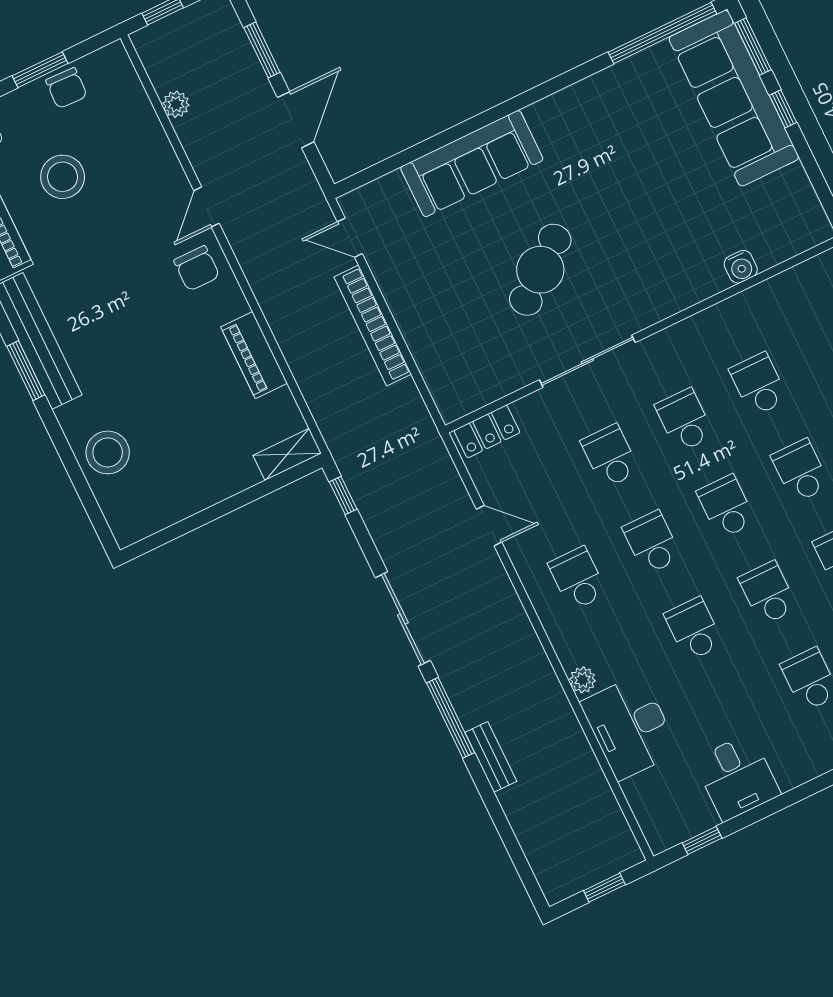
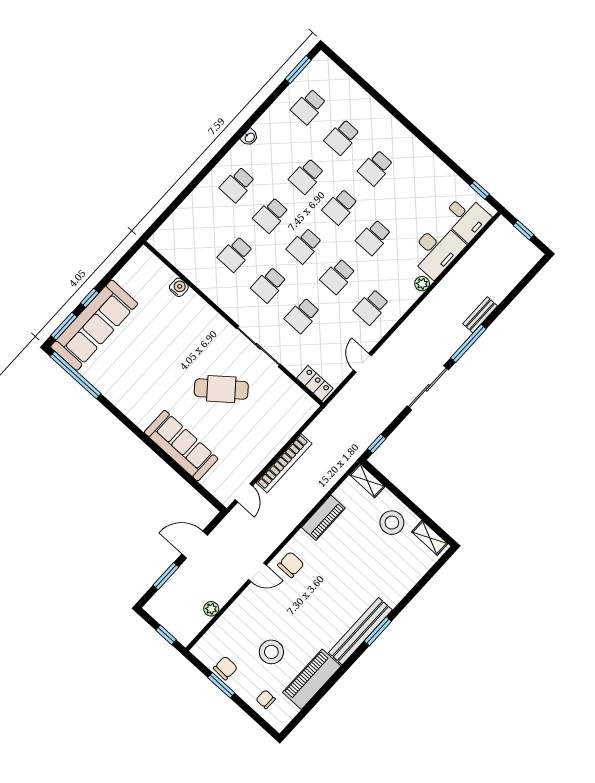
stool: (108, 452) -> (392, 523), moved
shelving: (149, 521) -> (430, 538), added
desk: (737, 777) -> (466, 217), moved, turned 90

